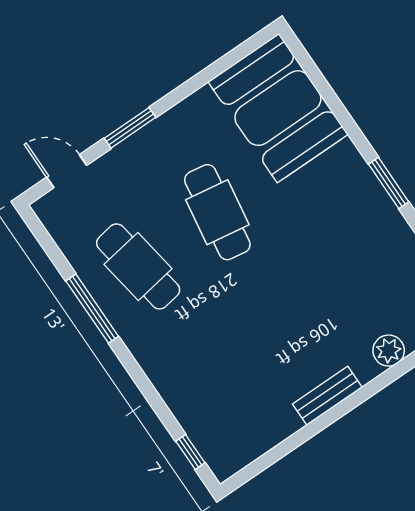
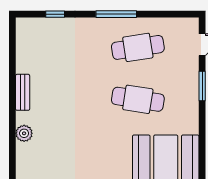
window: (92, 309) -> (116, 14), moved
window: (190, 452) -> (55, 14), moved

